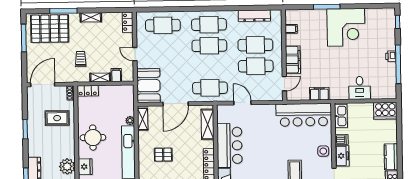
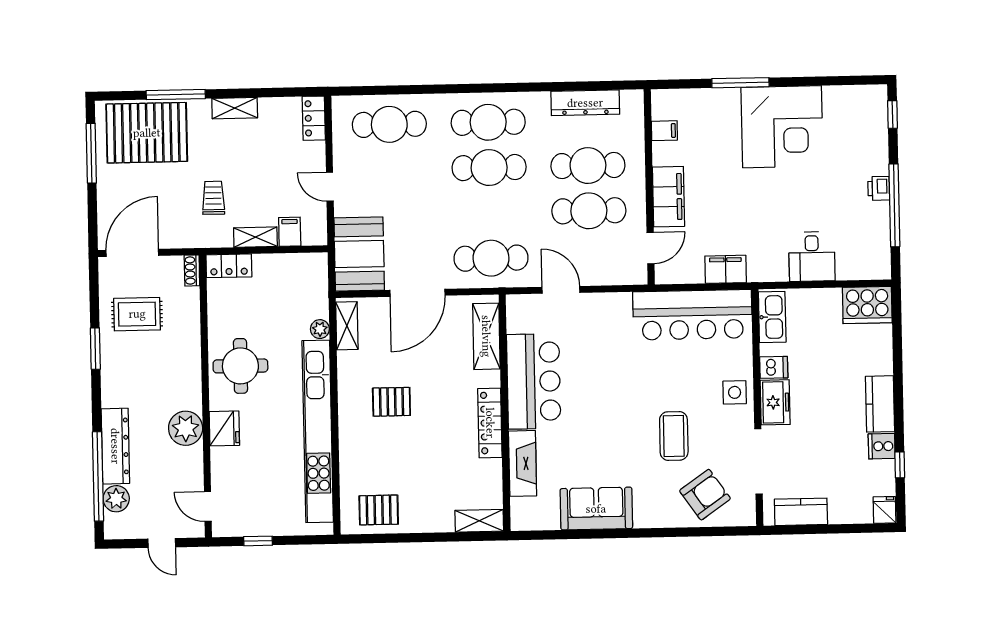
rug: (57, 118) -> (137, 314), moved

